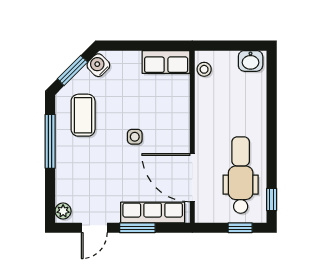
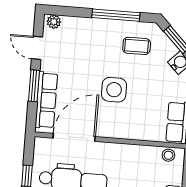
coffee table: (83, 115) -> (137, 46), width x0.73, depth x0.77
side table: (135, 137) -> (114, 90), width x1.87, depth x1.87

